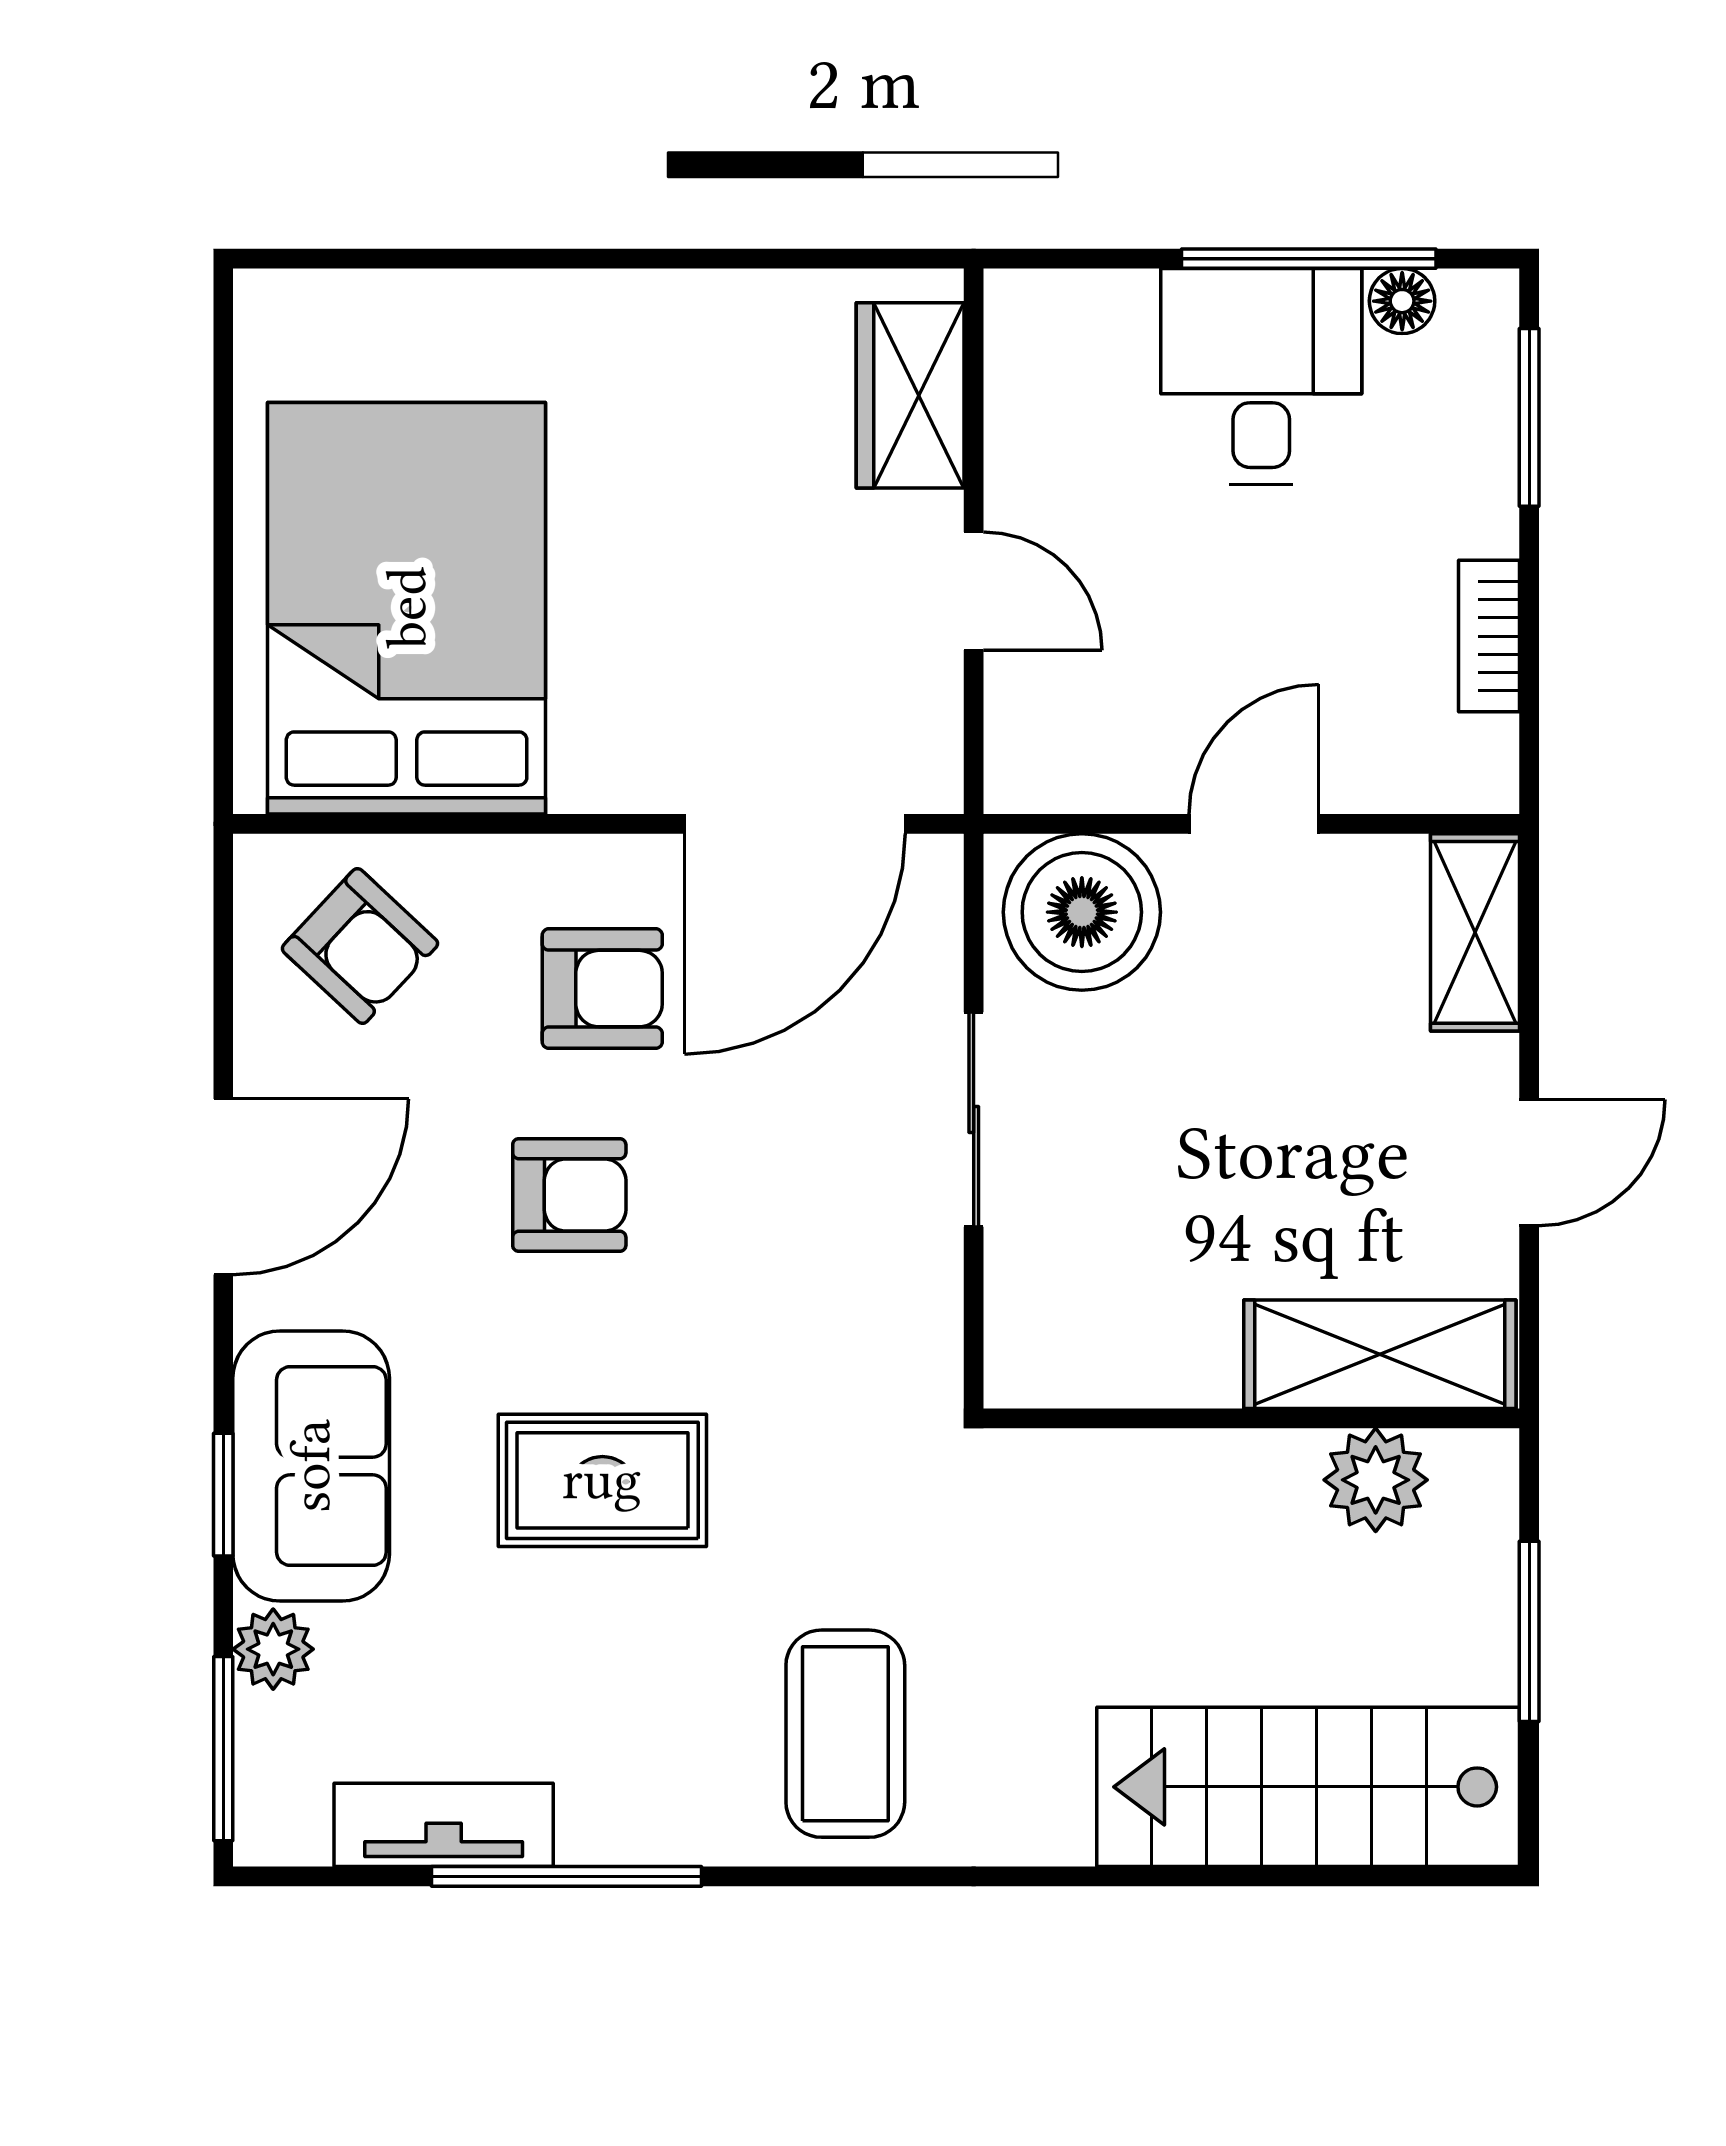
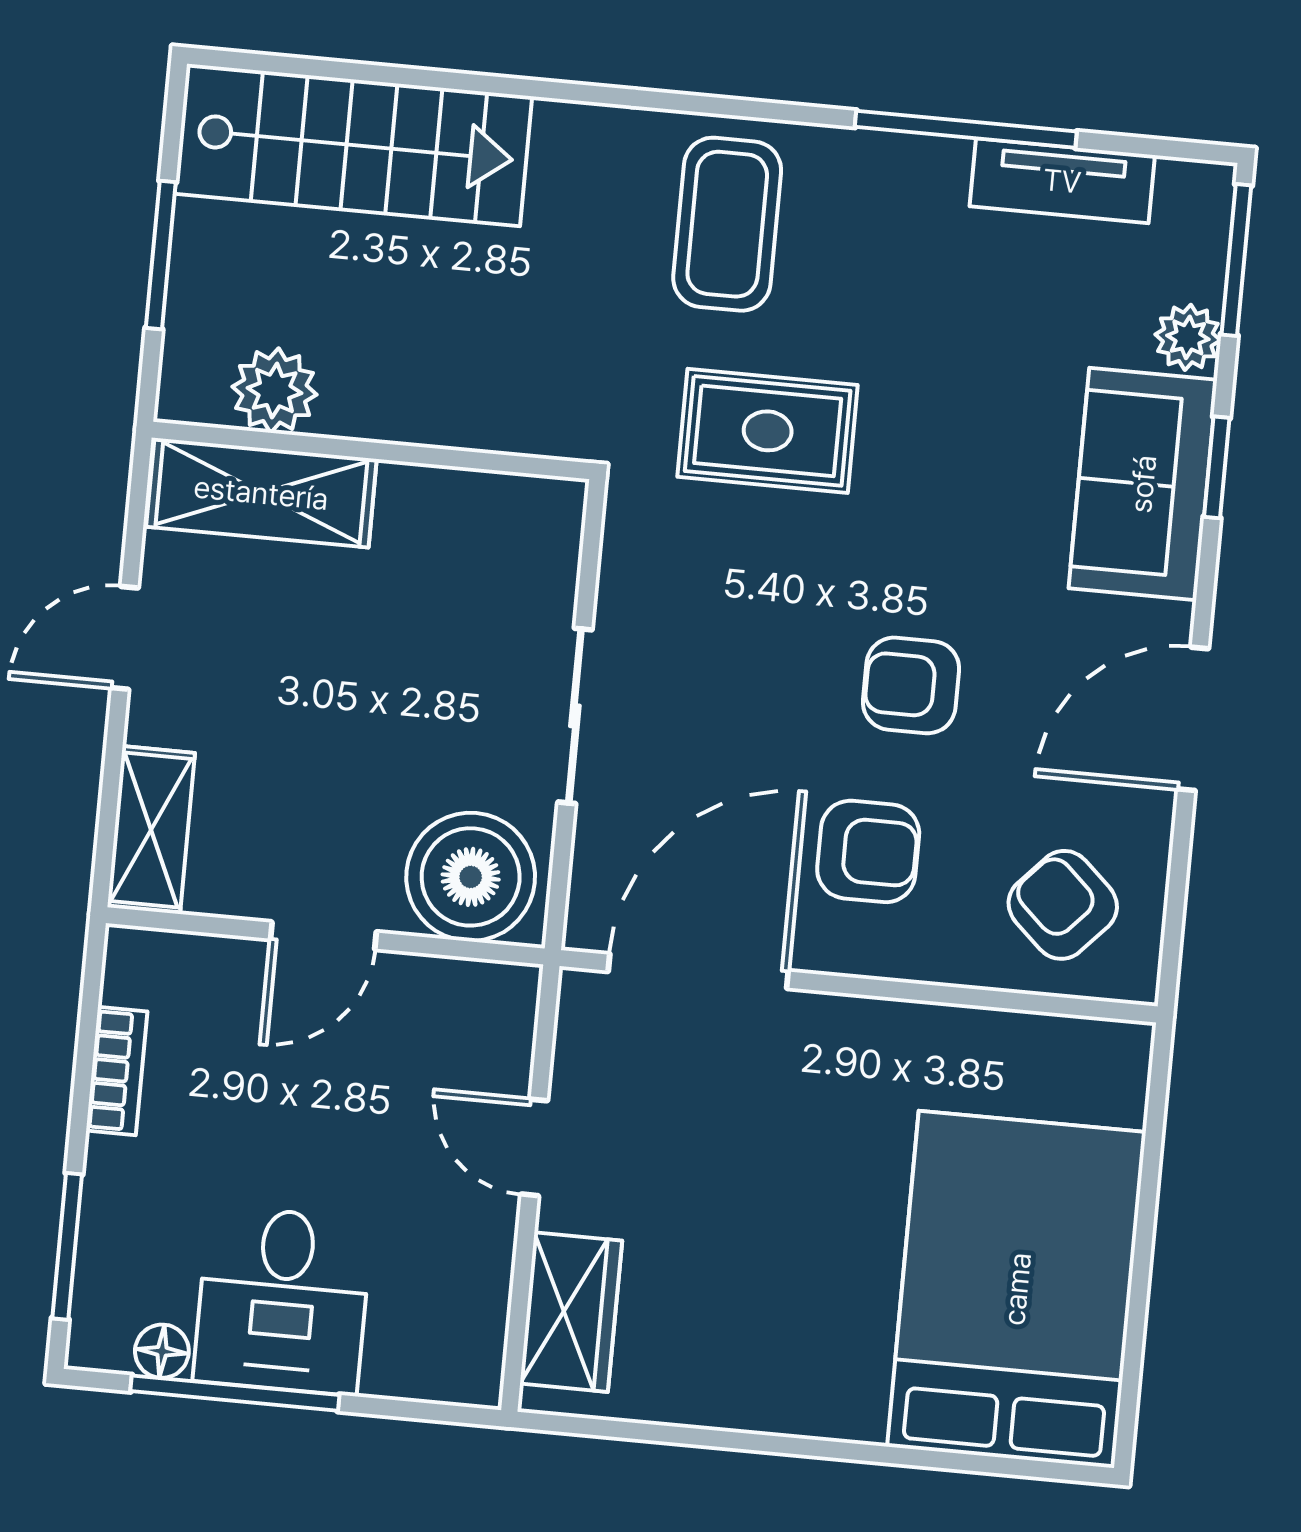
bed: (407, 608) -> (1017, 1289), moved, turned 180
armchair: (602, 989) -> (868, 851), turned 180
rug: (602, 1480) -> (768, 431), moved

